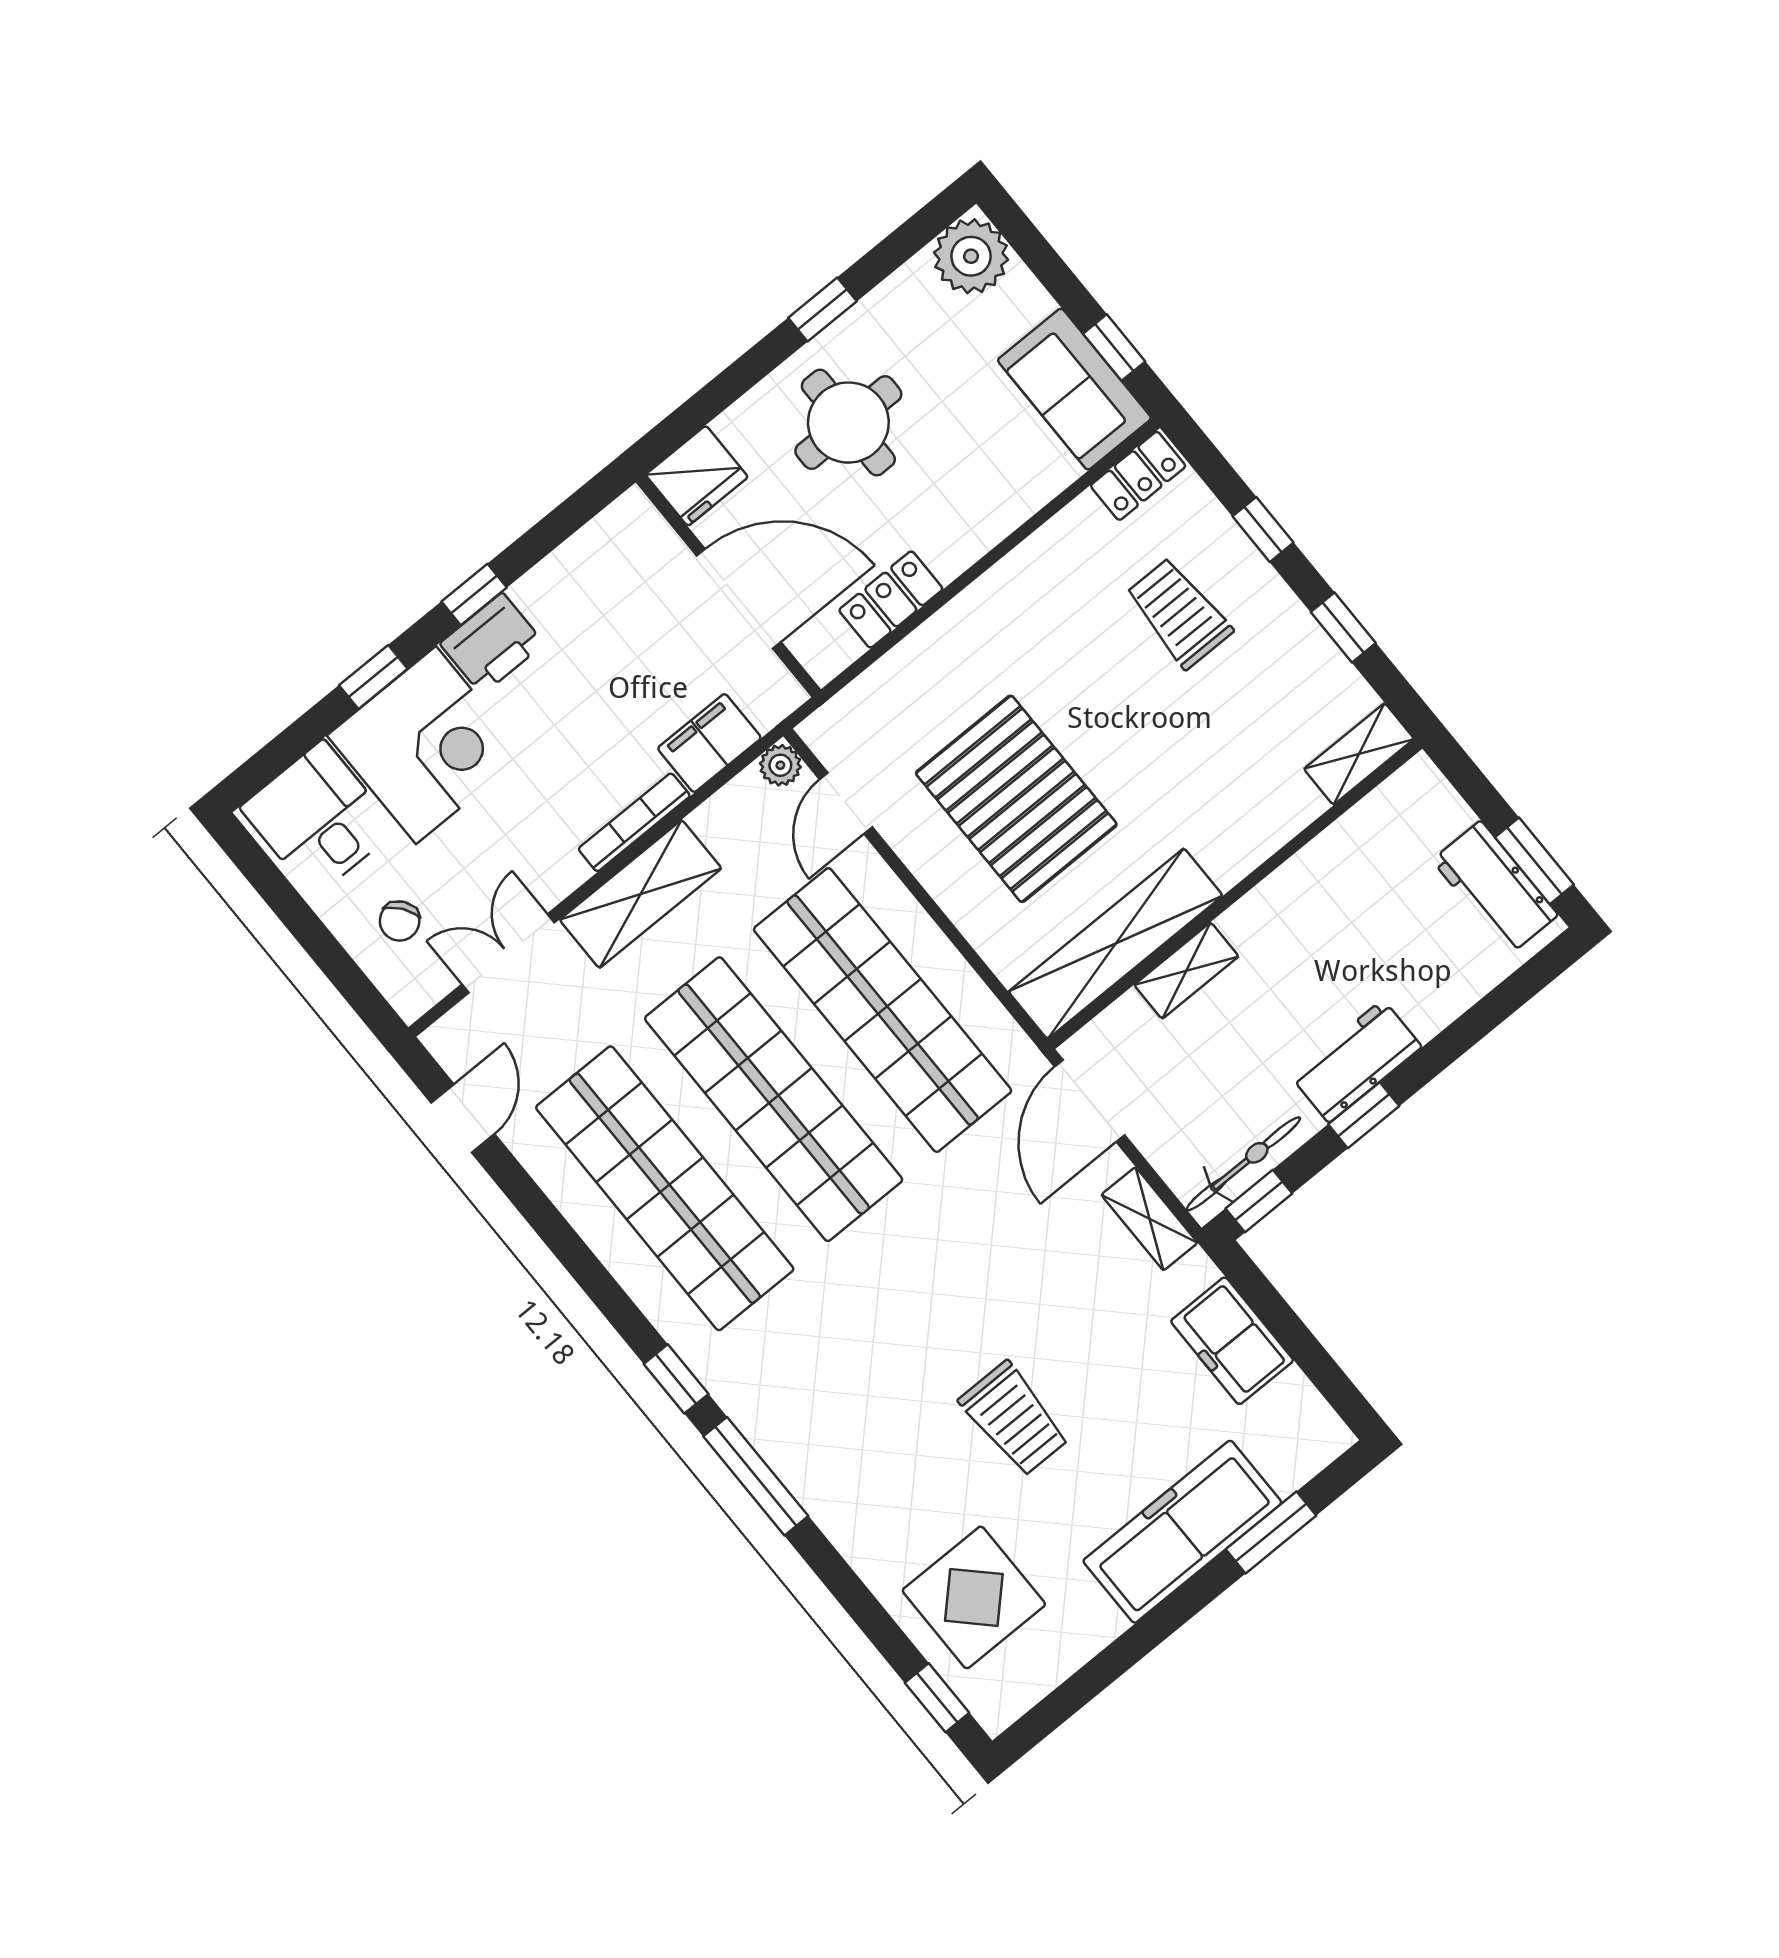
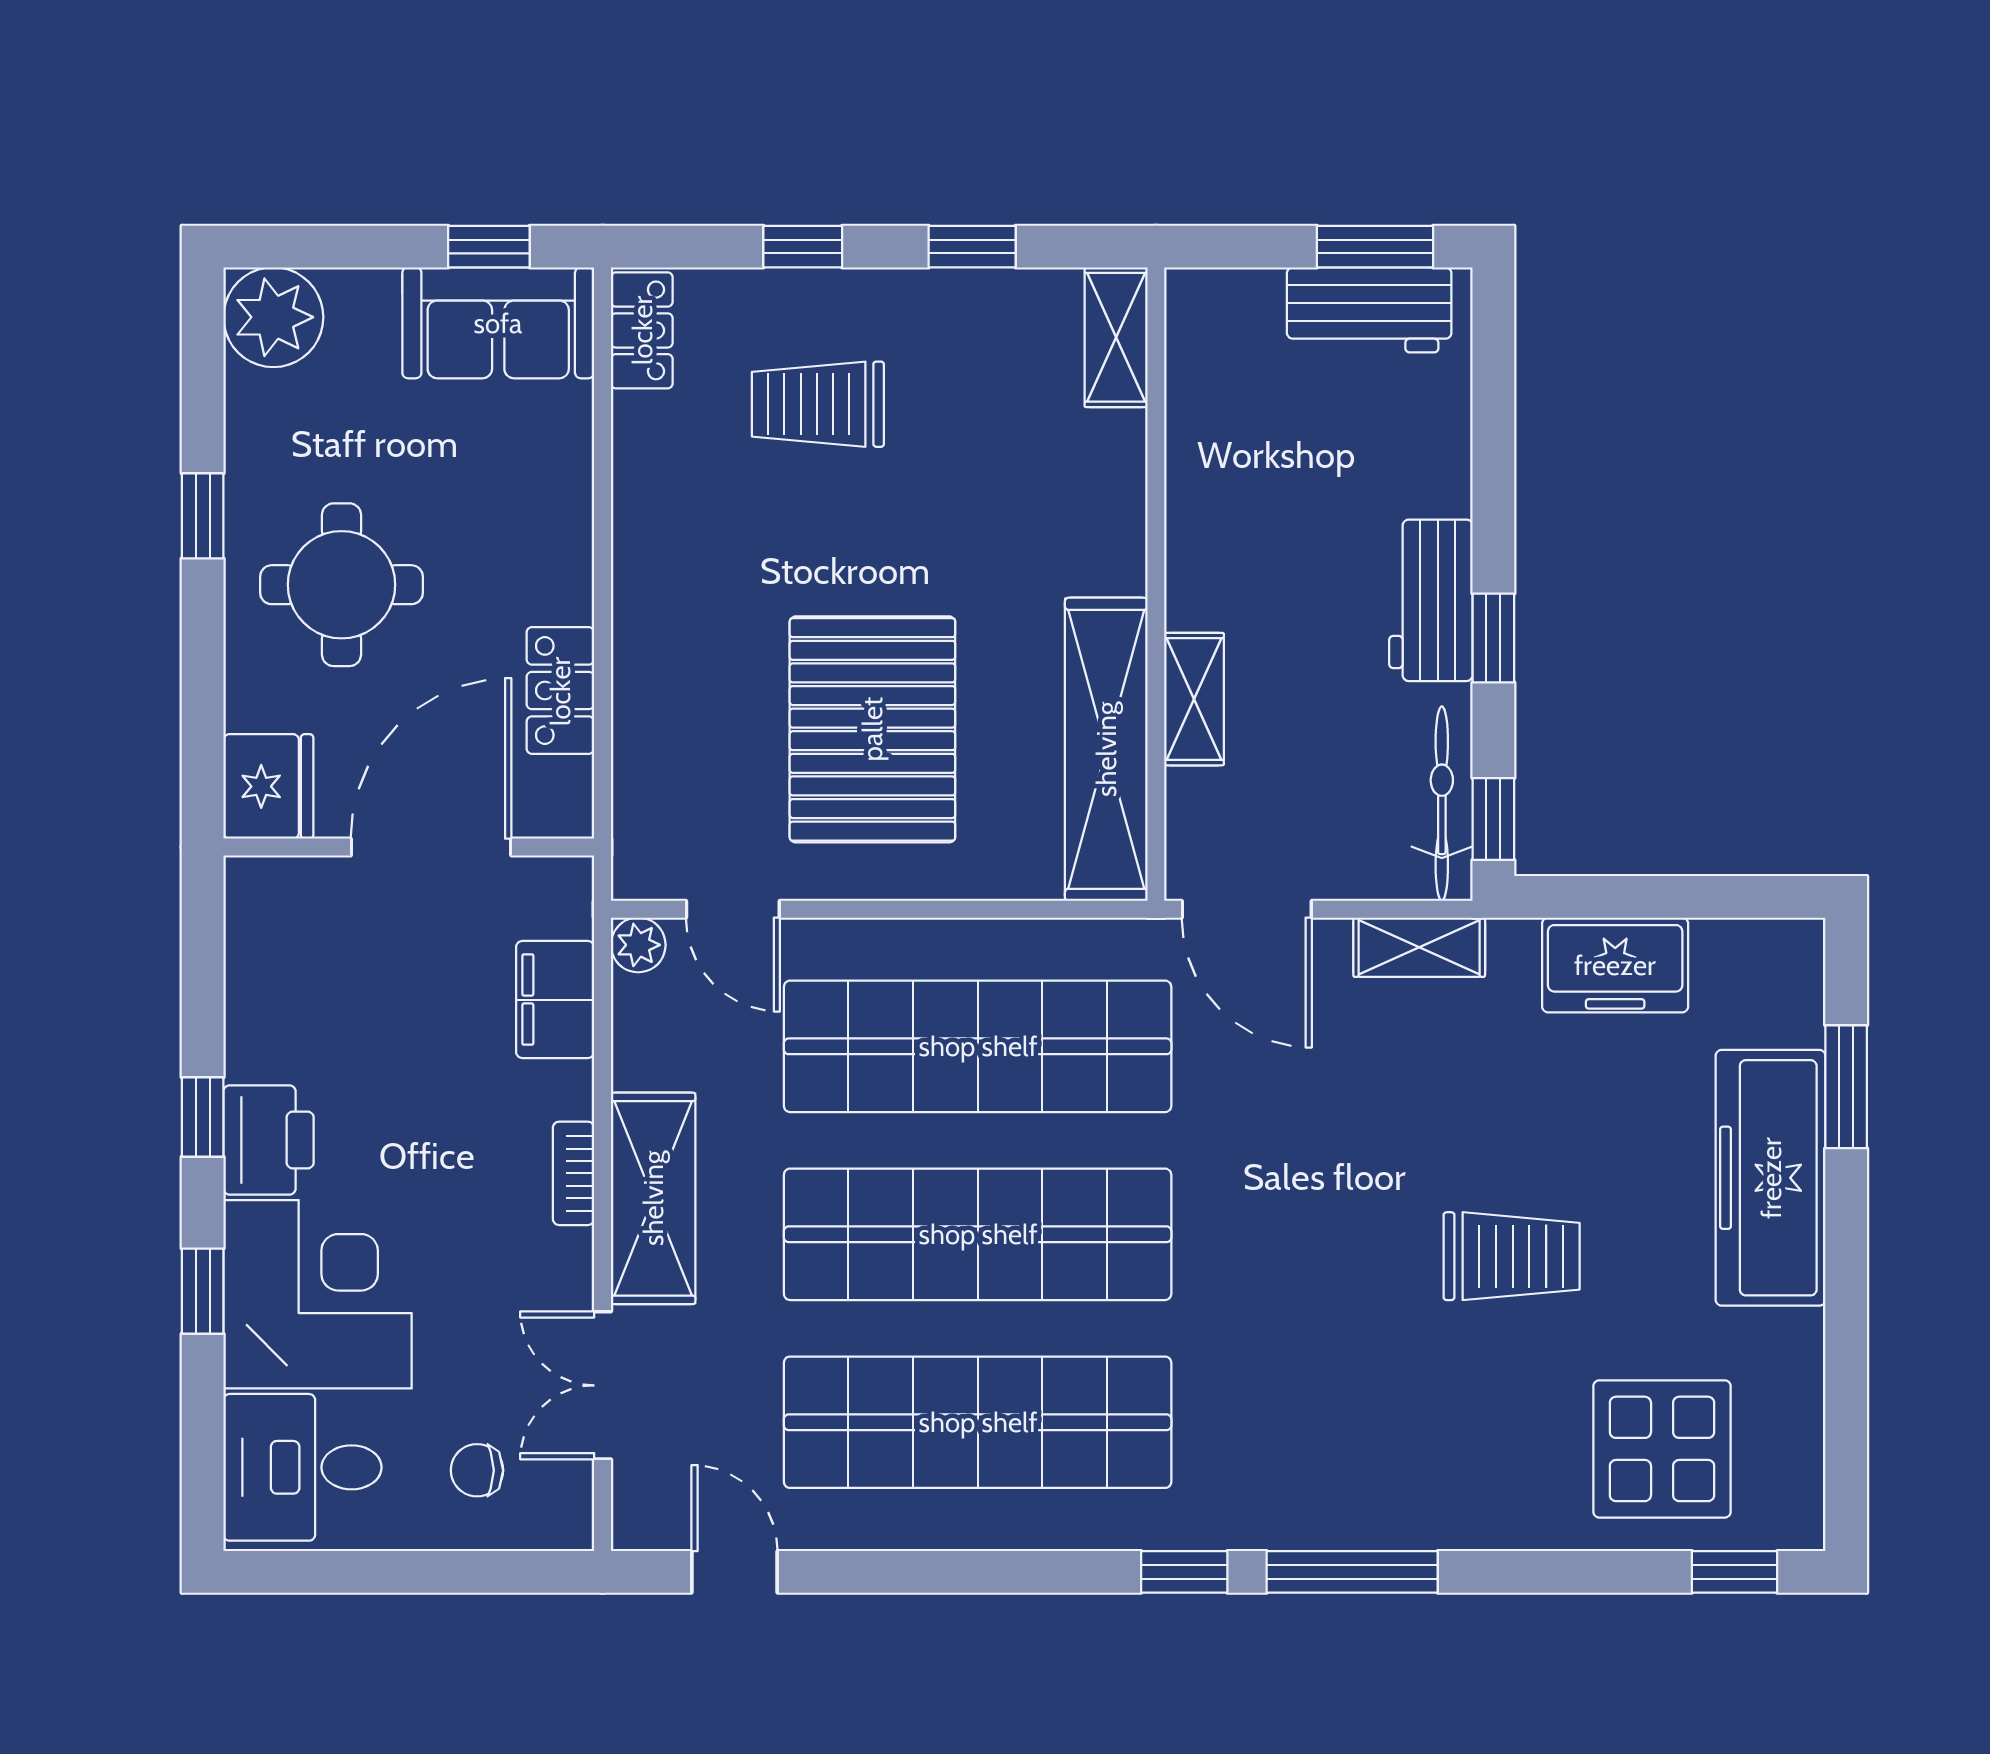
pallet: (1016, 799) -> (872, 729), turned 90
bookcase: (634, 822) -> (574, 1173), width x0.64
chair: (400, 921) -> (477, 1470), turned 127

